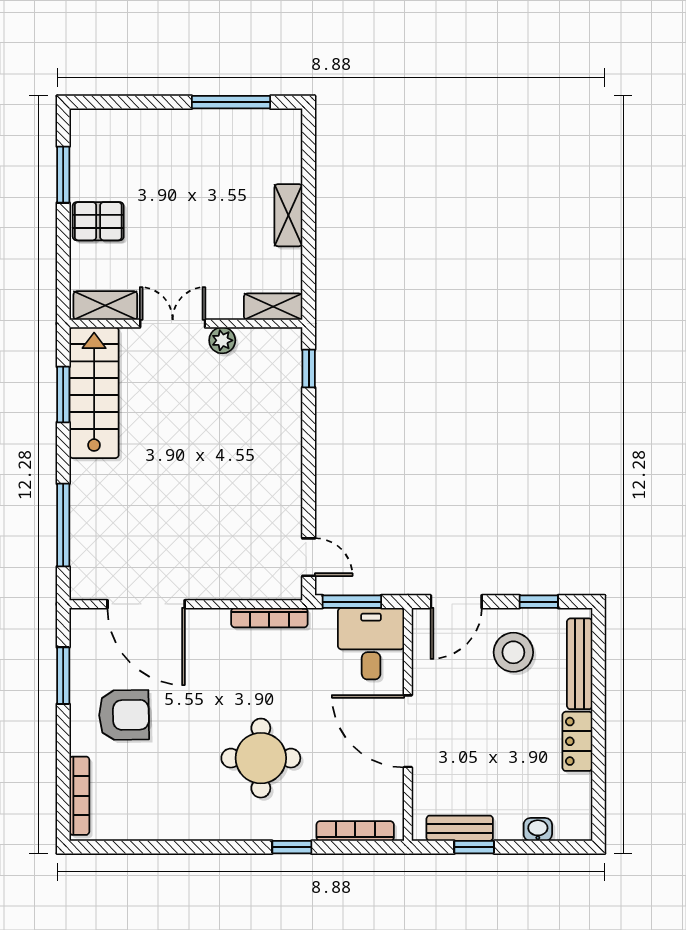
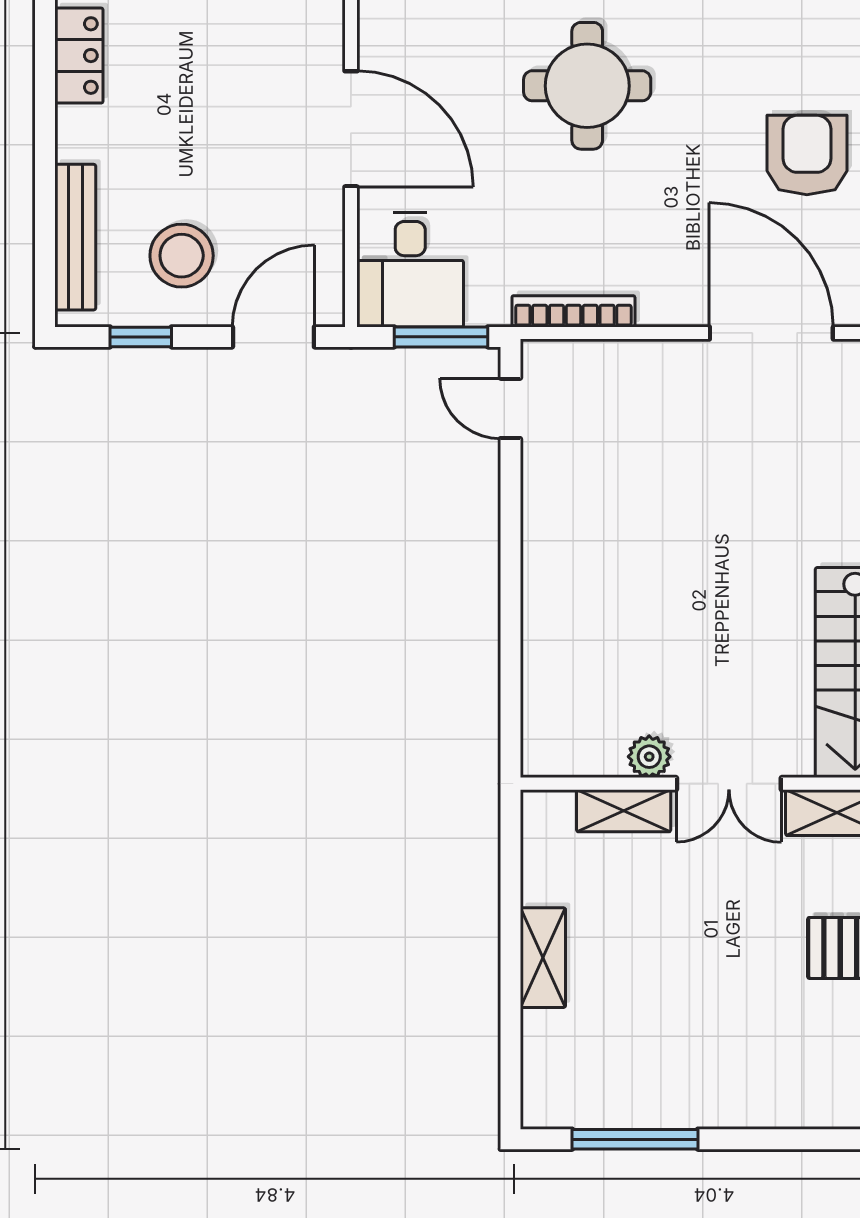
shelving: (273, 307) -> (624, 811), moved
window: (309, 368) -> (510, 711), removed
armchair: (124, 715) -> (807, 155), turned 91
locker: (577, 741) -> (79, 56), moved

